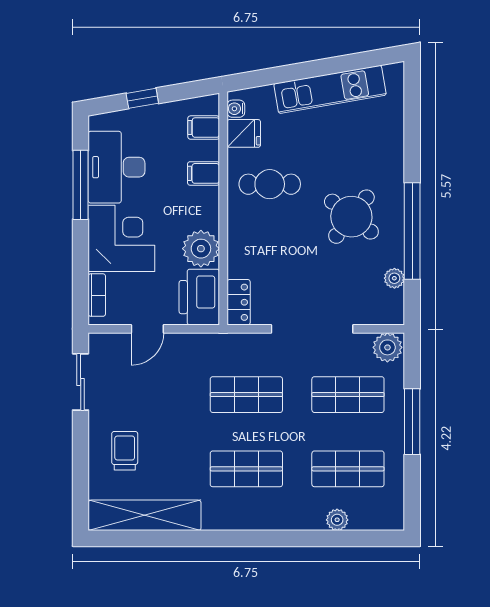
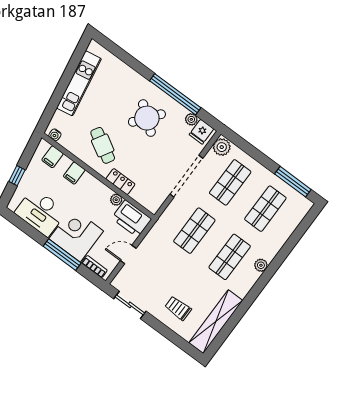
fridge: (244, 133) -> (201, 132), moved, turned 180
cafe table: (270, 184) -> (103, 145), turned -60
window: (81, 185) -> (62, 255), moved
plant: (201, 249) -> (116, 200), width x0.53, depth x0.53
locker: (239, 302) -> (120, 182), moved
door: (147, 329) -> (128, 254), swing flipped
window: (412, 422) -> (293, 182), moved
plant: (337, 520) -> (261, 265), moved

